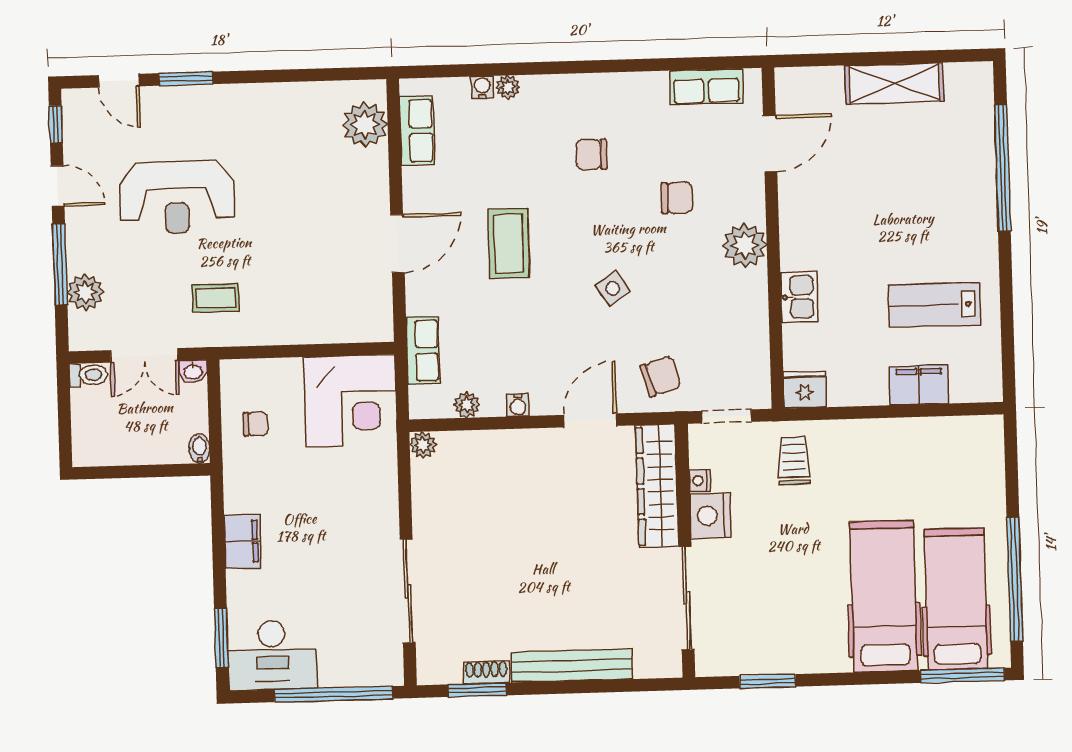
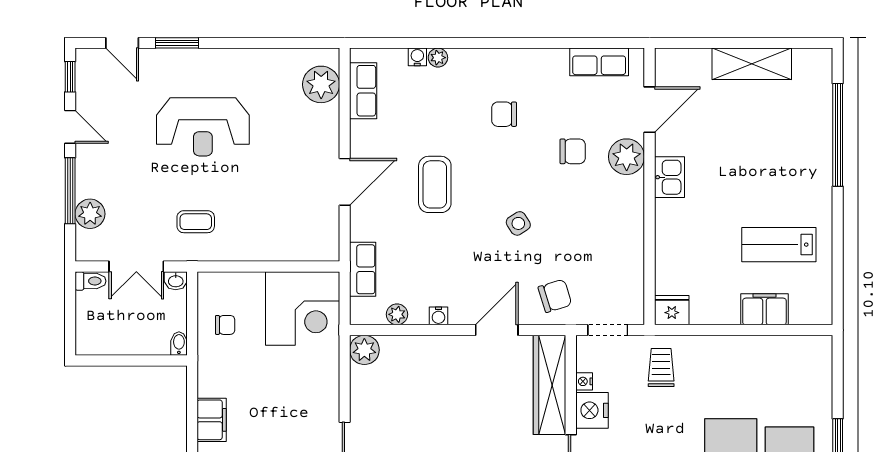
reception desk: (177, 197) -> (203, 127), moved
plant: (745, 245) -> (627, 157), moved
kitchen sink: (799, 297) -> (669, 177), moved
plant: (423, 445) -> (364, 350), width x1.38, depth x1.38

